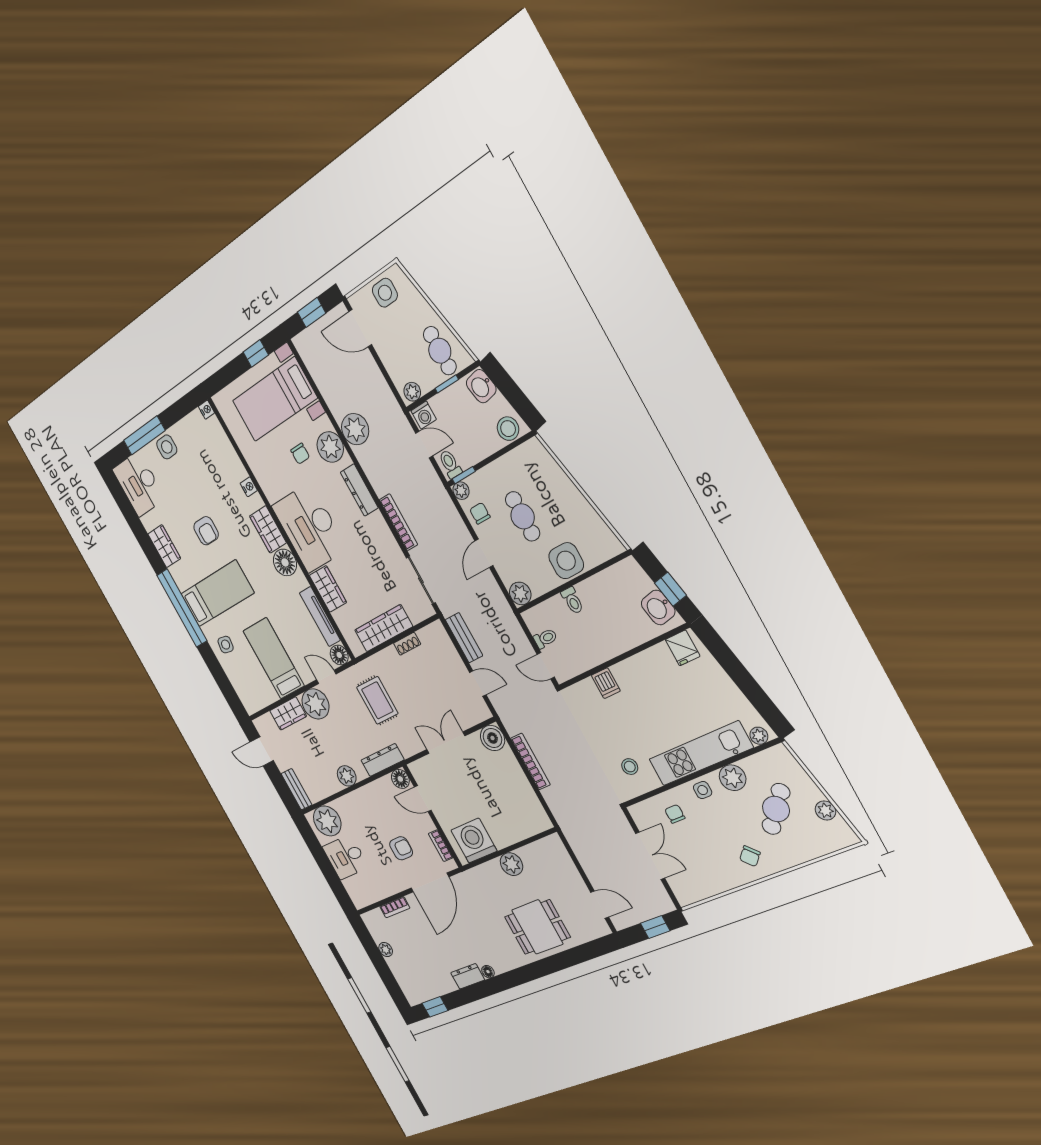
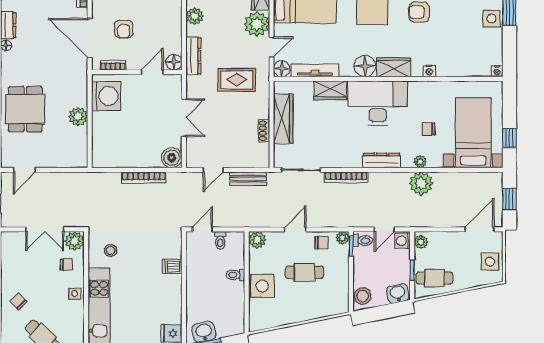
plant: (330, 447) -> (420, 162), width x0.53, depth x0.53
door: (484, 553) -> (295, 229), hinge flipped
plant: (733, 778) -> (75, 241), moved

